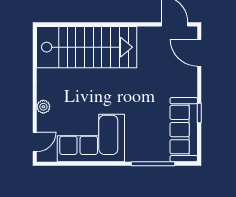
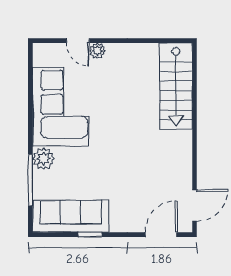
stairs: (87, 47) -> (176, 86), width x0.73, depth x0.66
door: (35, 142) -> (78, 41), moved
plant: (135, 152) -> (44, 159), added

